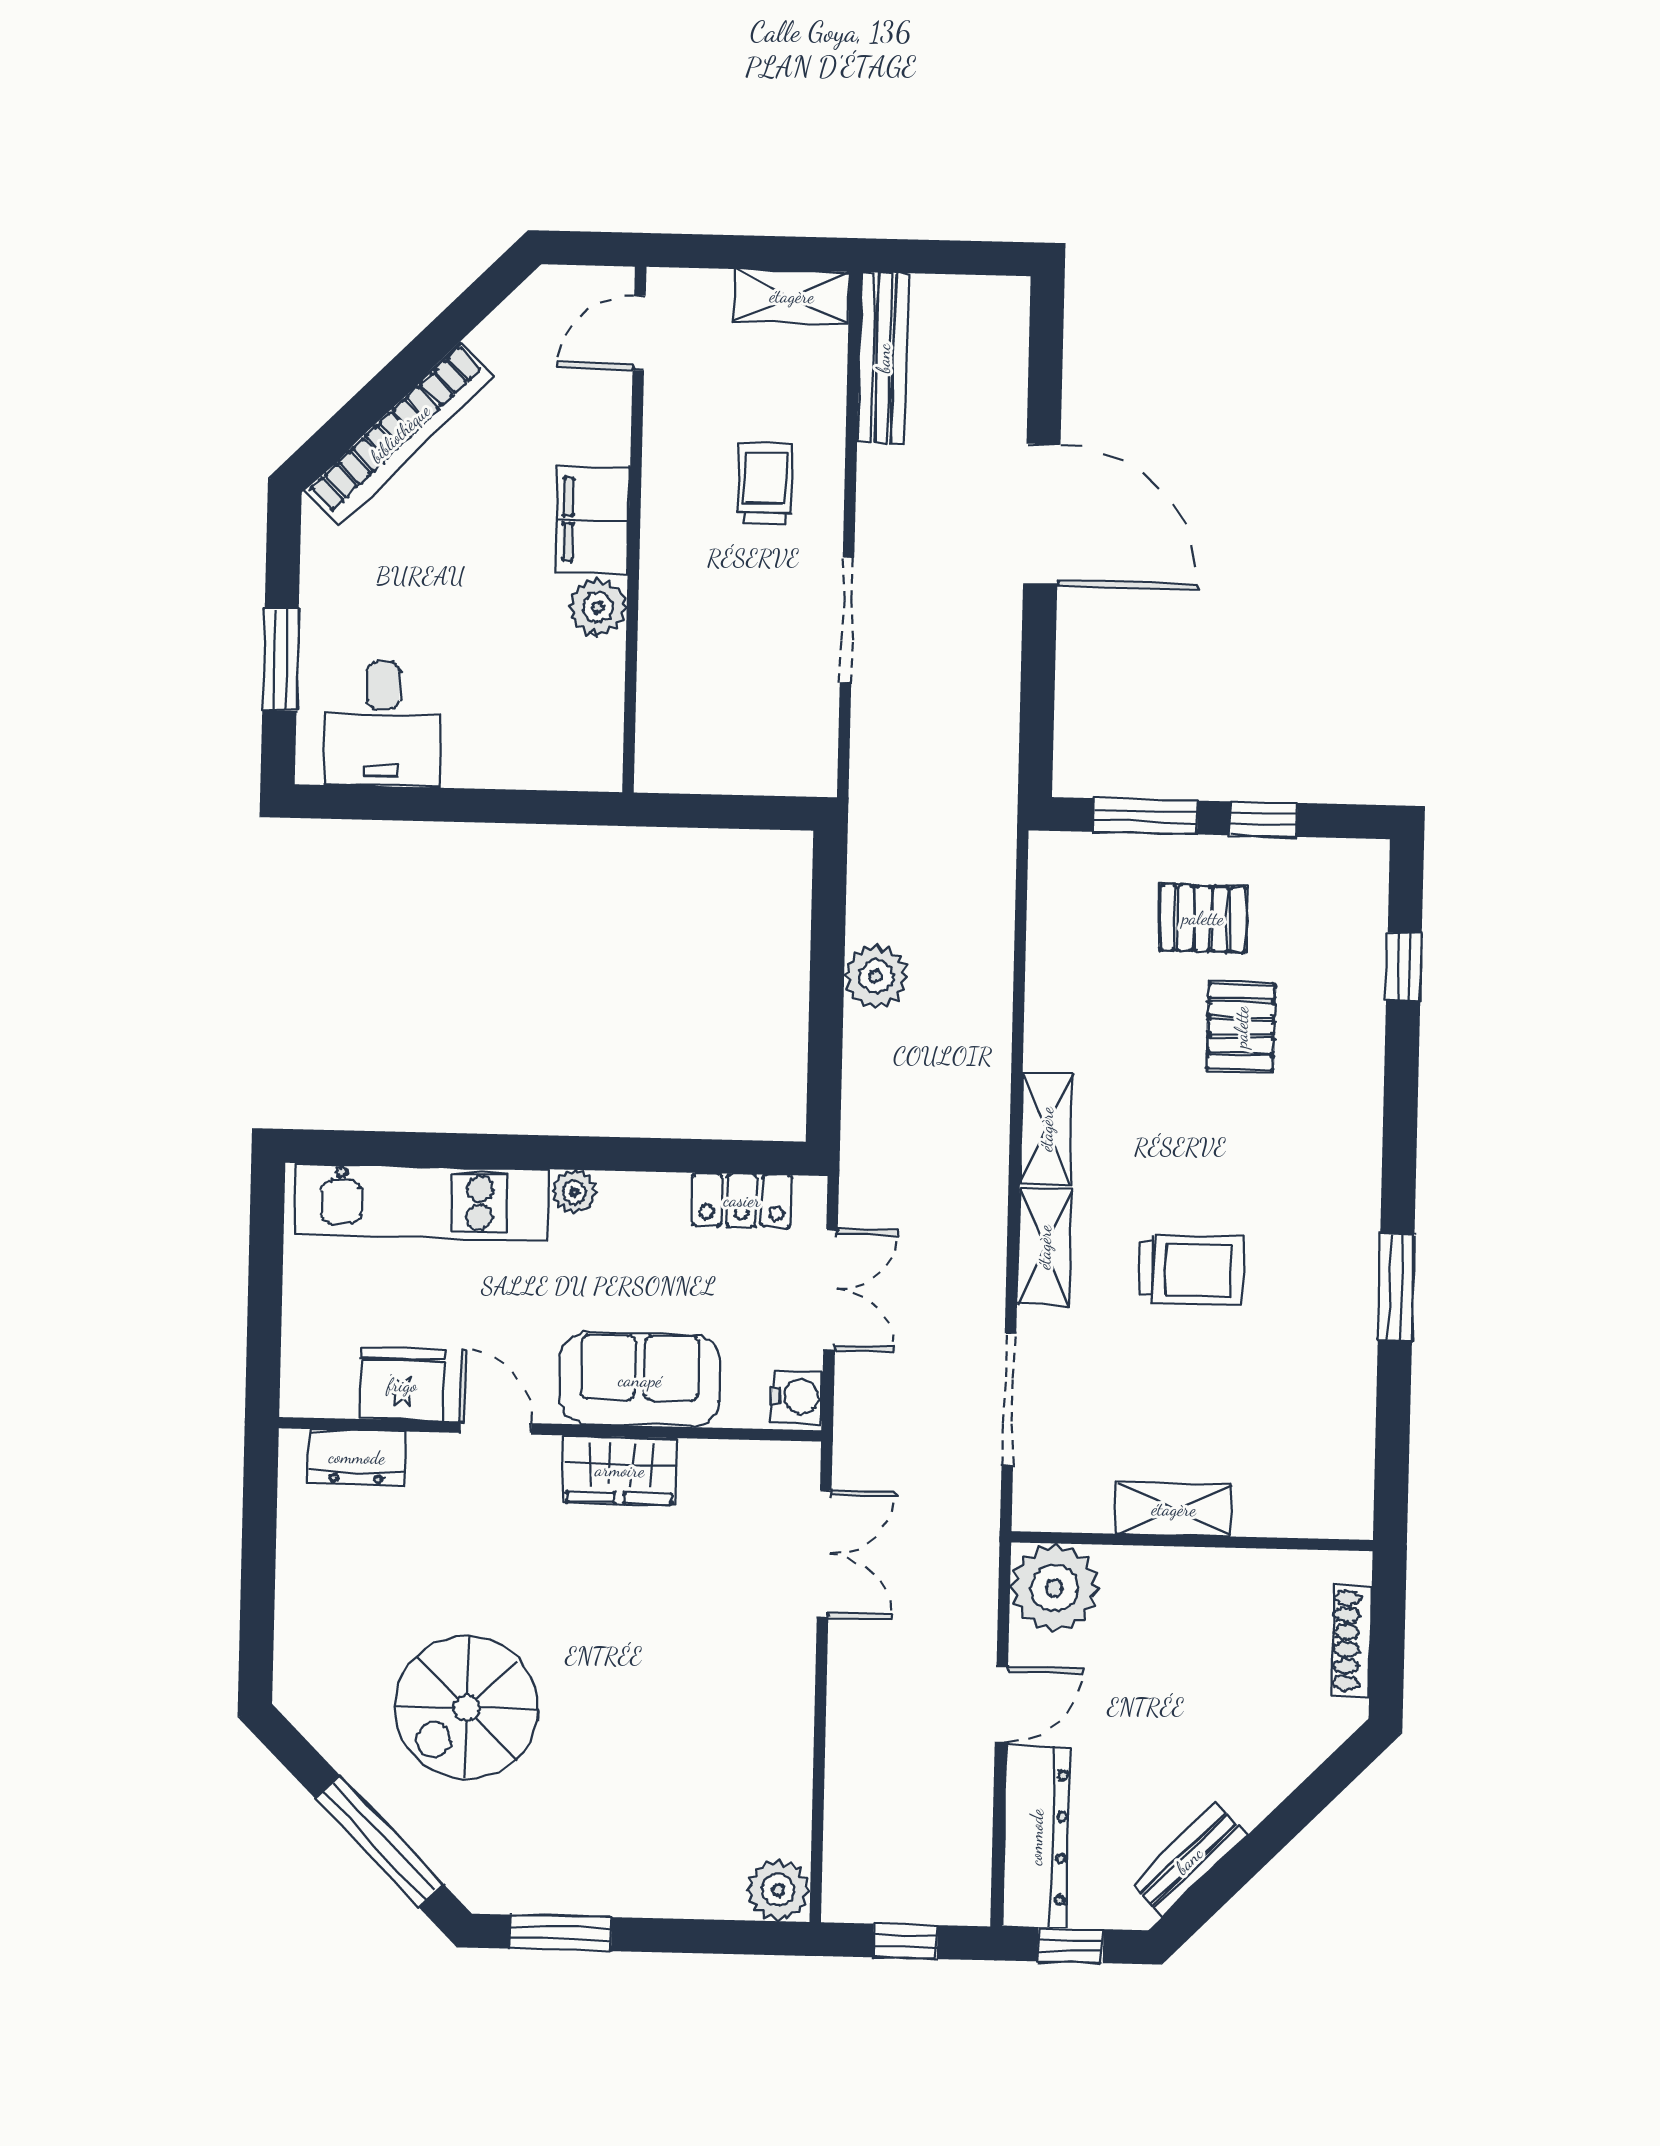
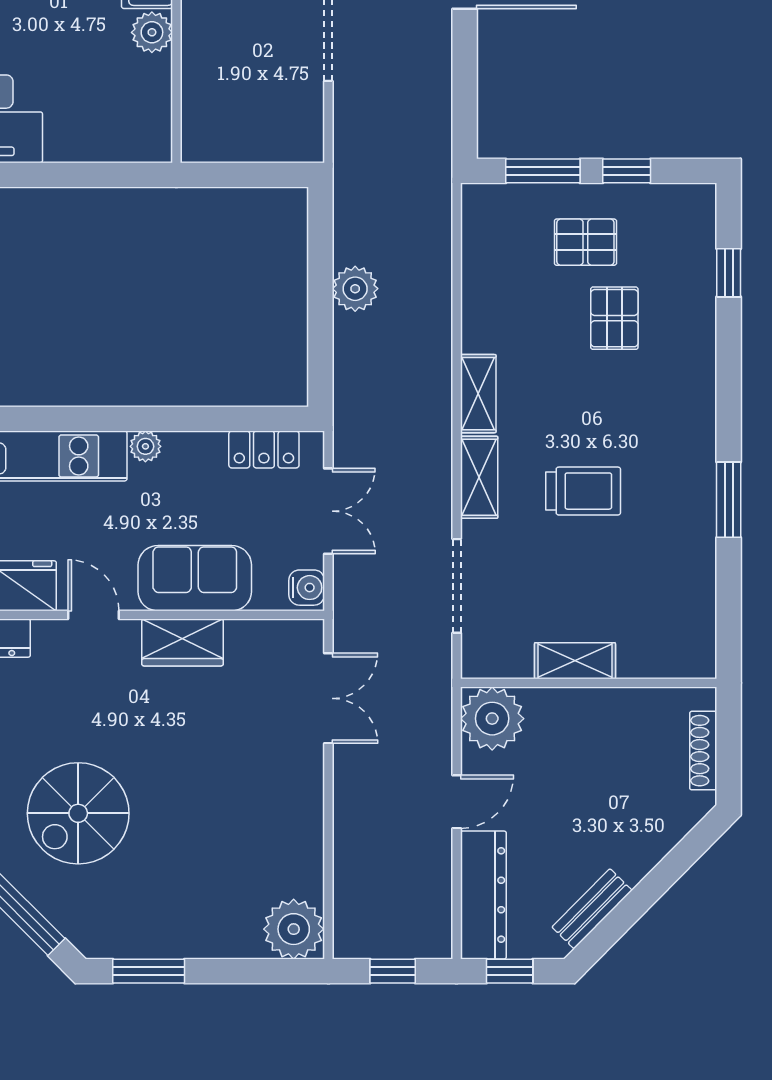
plant: (778, 1890) -> (294, 929), width x1.36, depth x1.36

